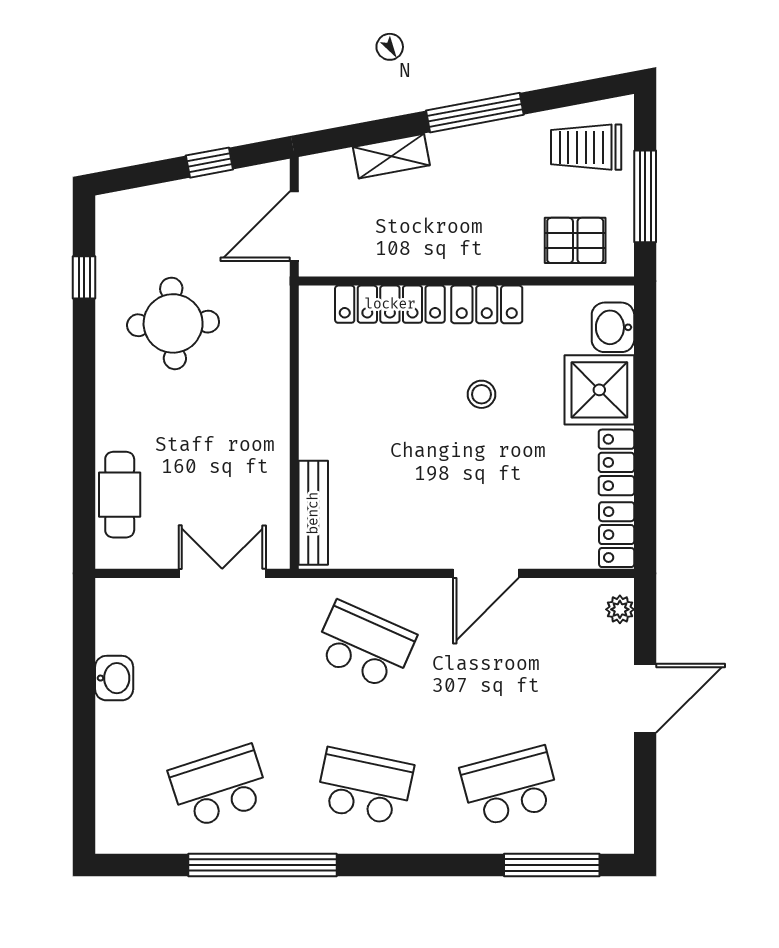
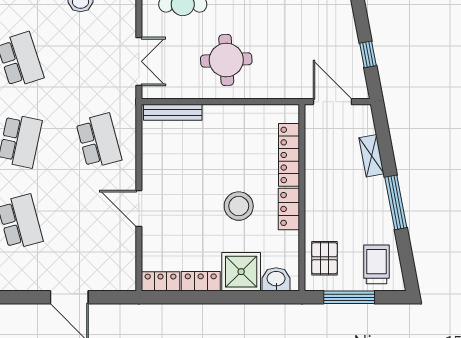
round table: (173, 323) -> (226, 60), moved
stool: (481, 394) -> (239, 206), width x1.89, depth x1.89
plant: (620, 609) -> (119, 283), removed
school desk: (365, 645) -> (99, 141), turned -39

